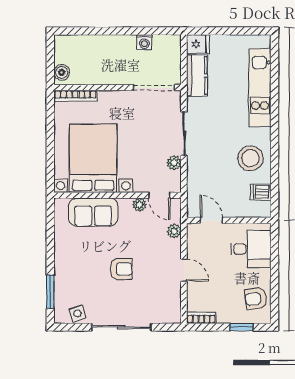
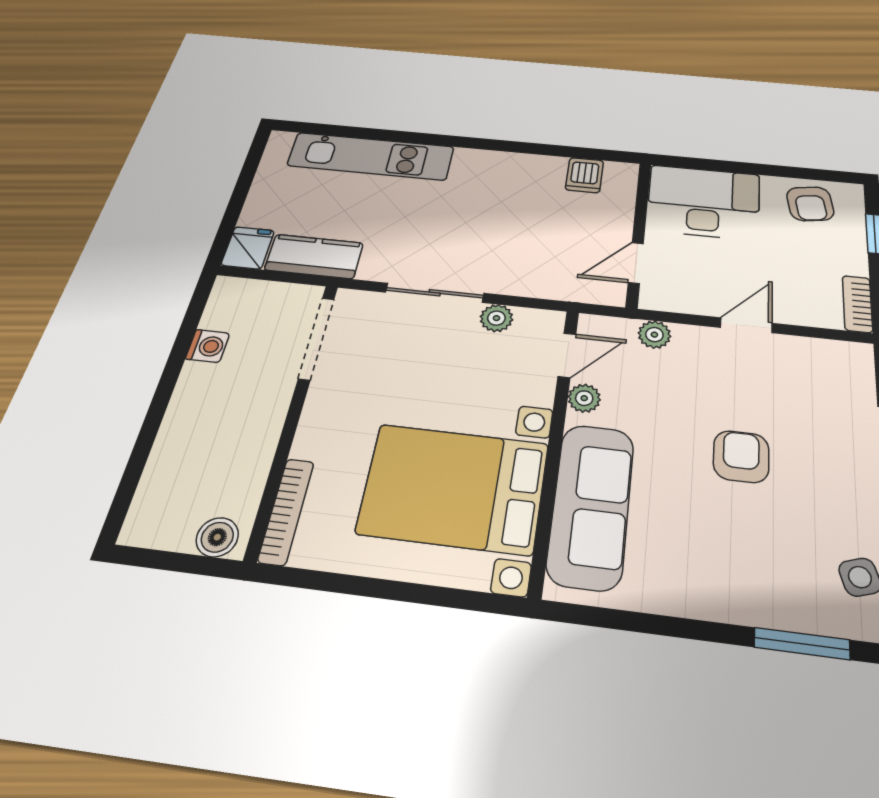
stool: (250, 158) -> (512, 185), removed
sofa: (93, 212) -> (591, 505), width x1.36
desk: (251, 249) -> (703, 202), width x1.37

